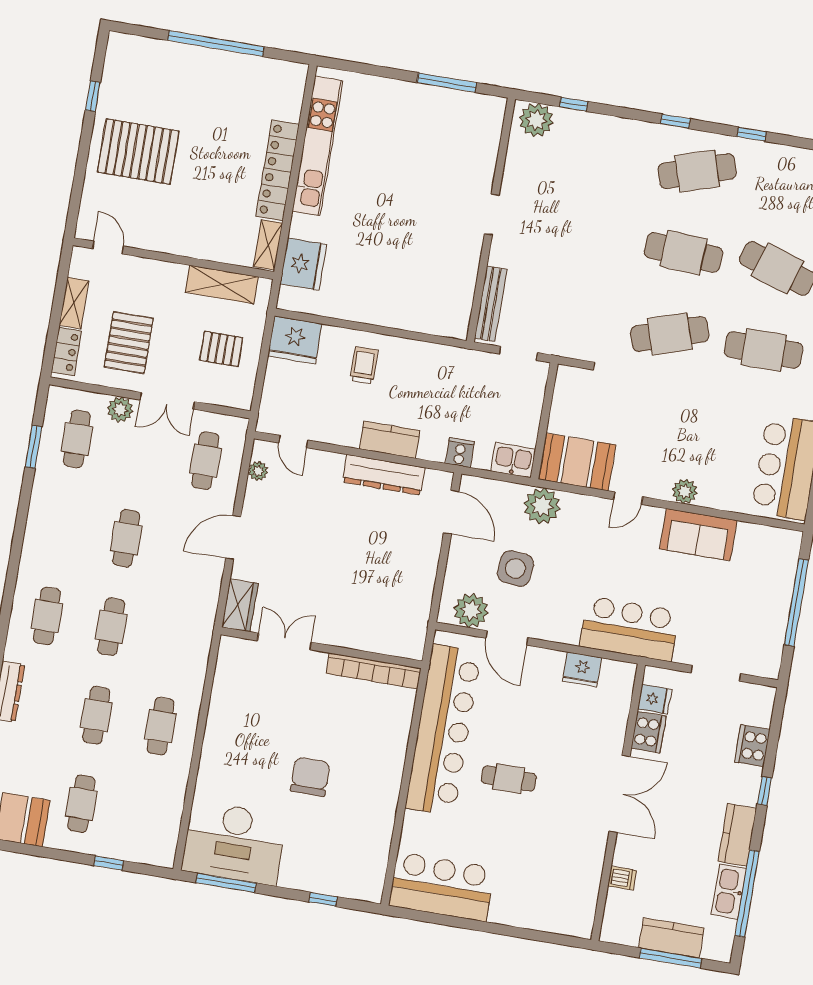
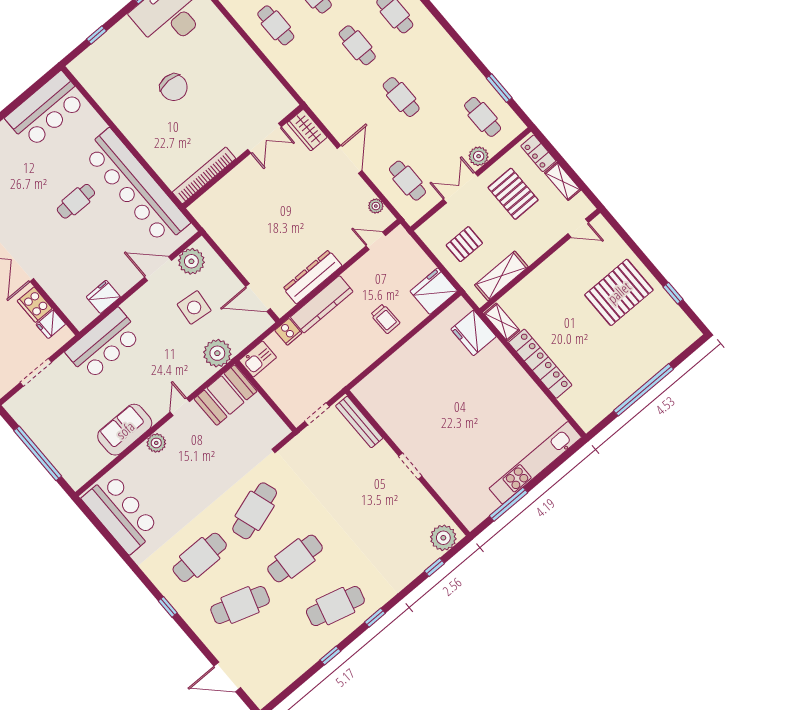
kitchen unit: (317, 146) -> (535, 463), moved, turned 90
cafe table: (697, 171) -> (335, 606), turned 33
kitchen counter: (390, 440) -> (322, 304), width x1.50

